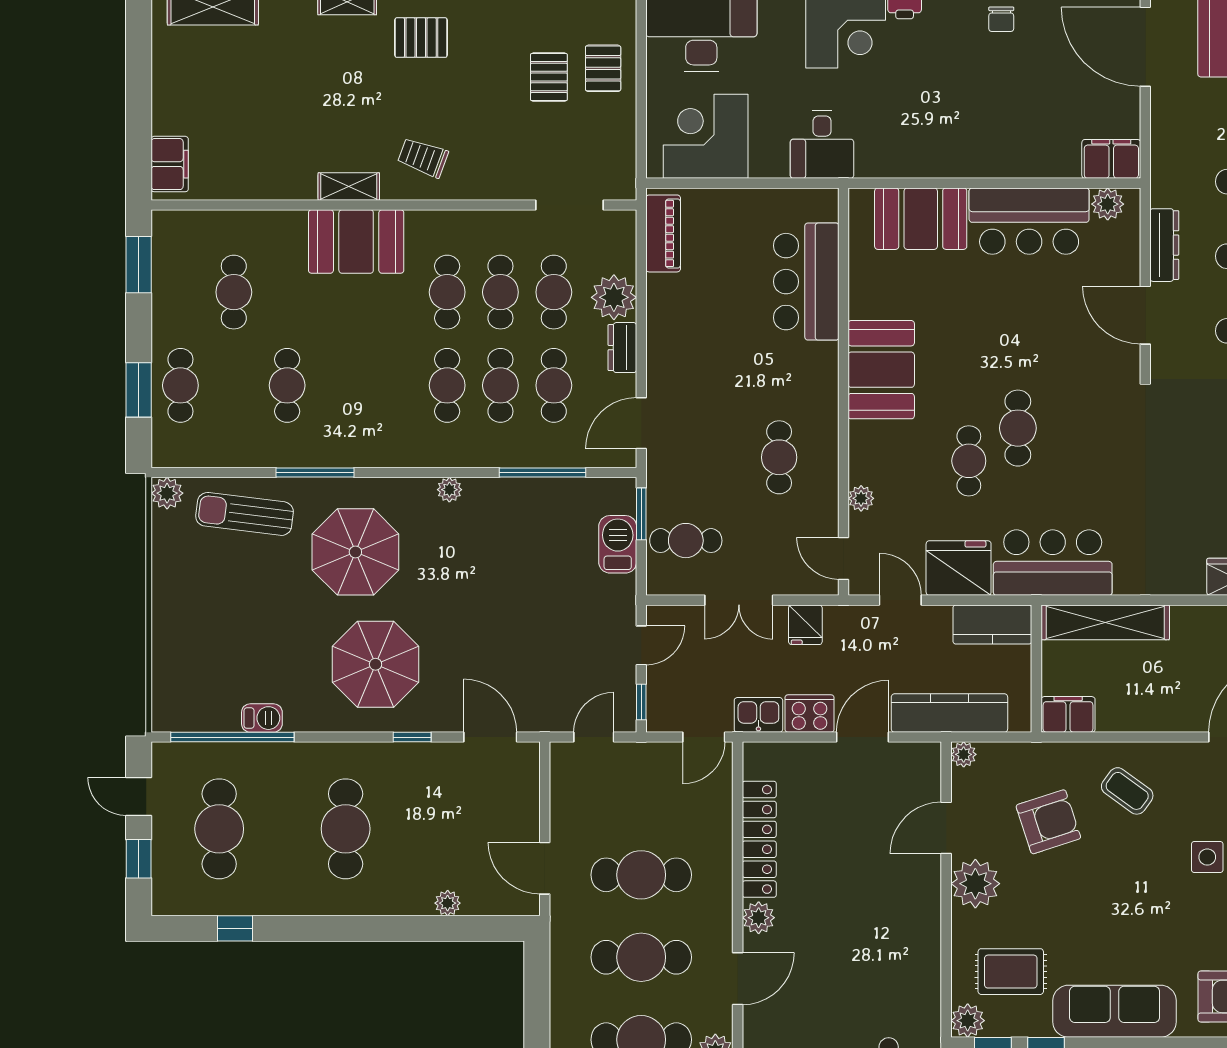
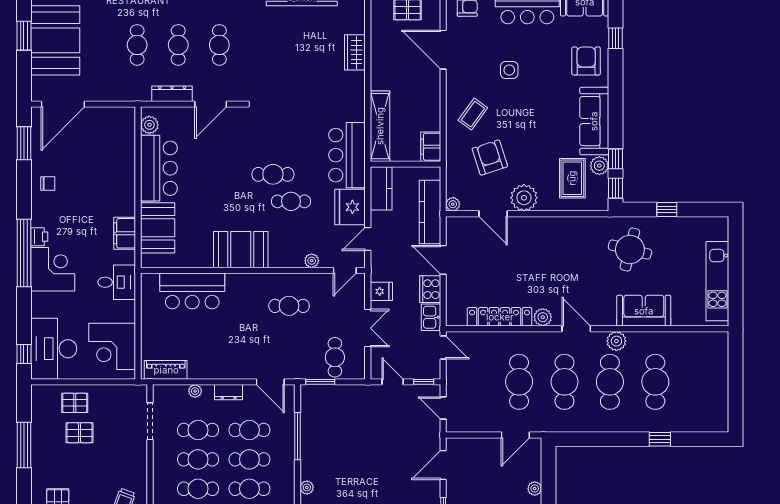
filing cabinet: (1111, 159) -> (125, 233), moved
plant: (614, 297) -> (195, 391), width x0.53, depth x0.53
barbecue: (618, 544) -> (337, 395), removed
plant: (968, 1021) -> (599, 166), moved

